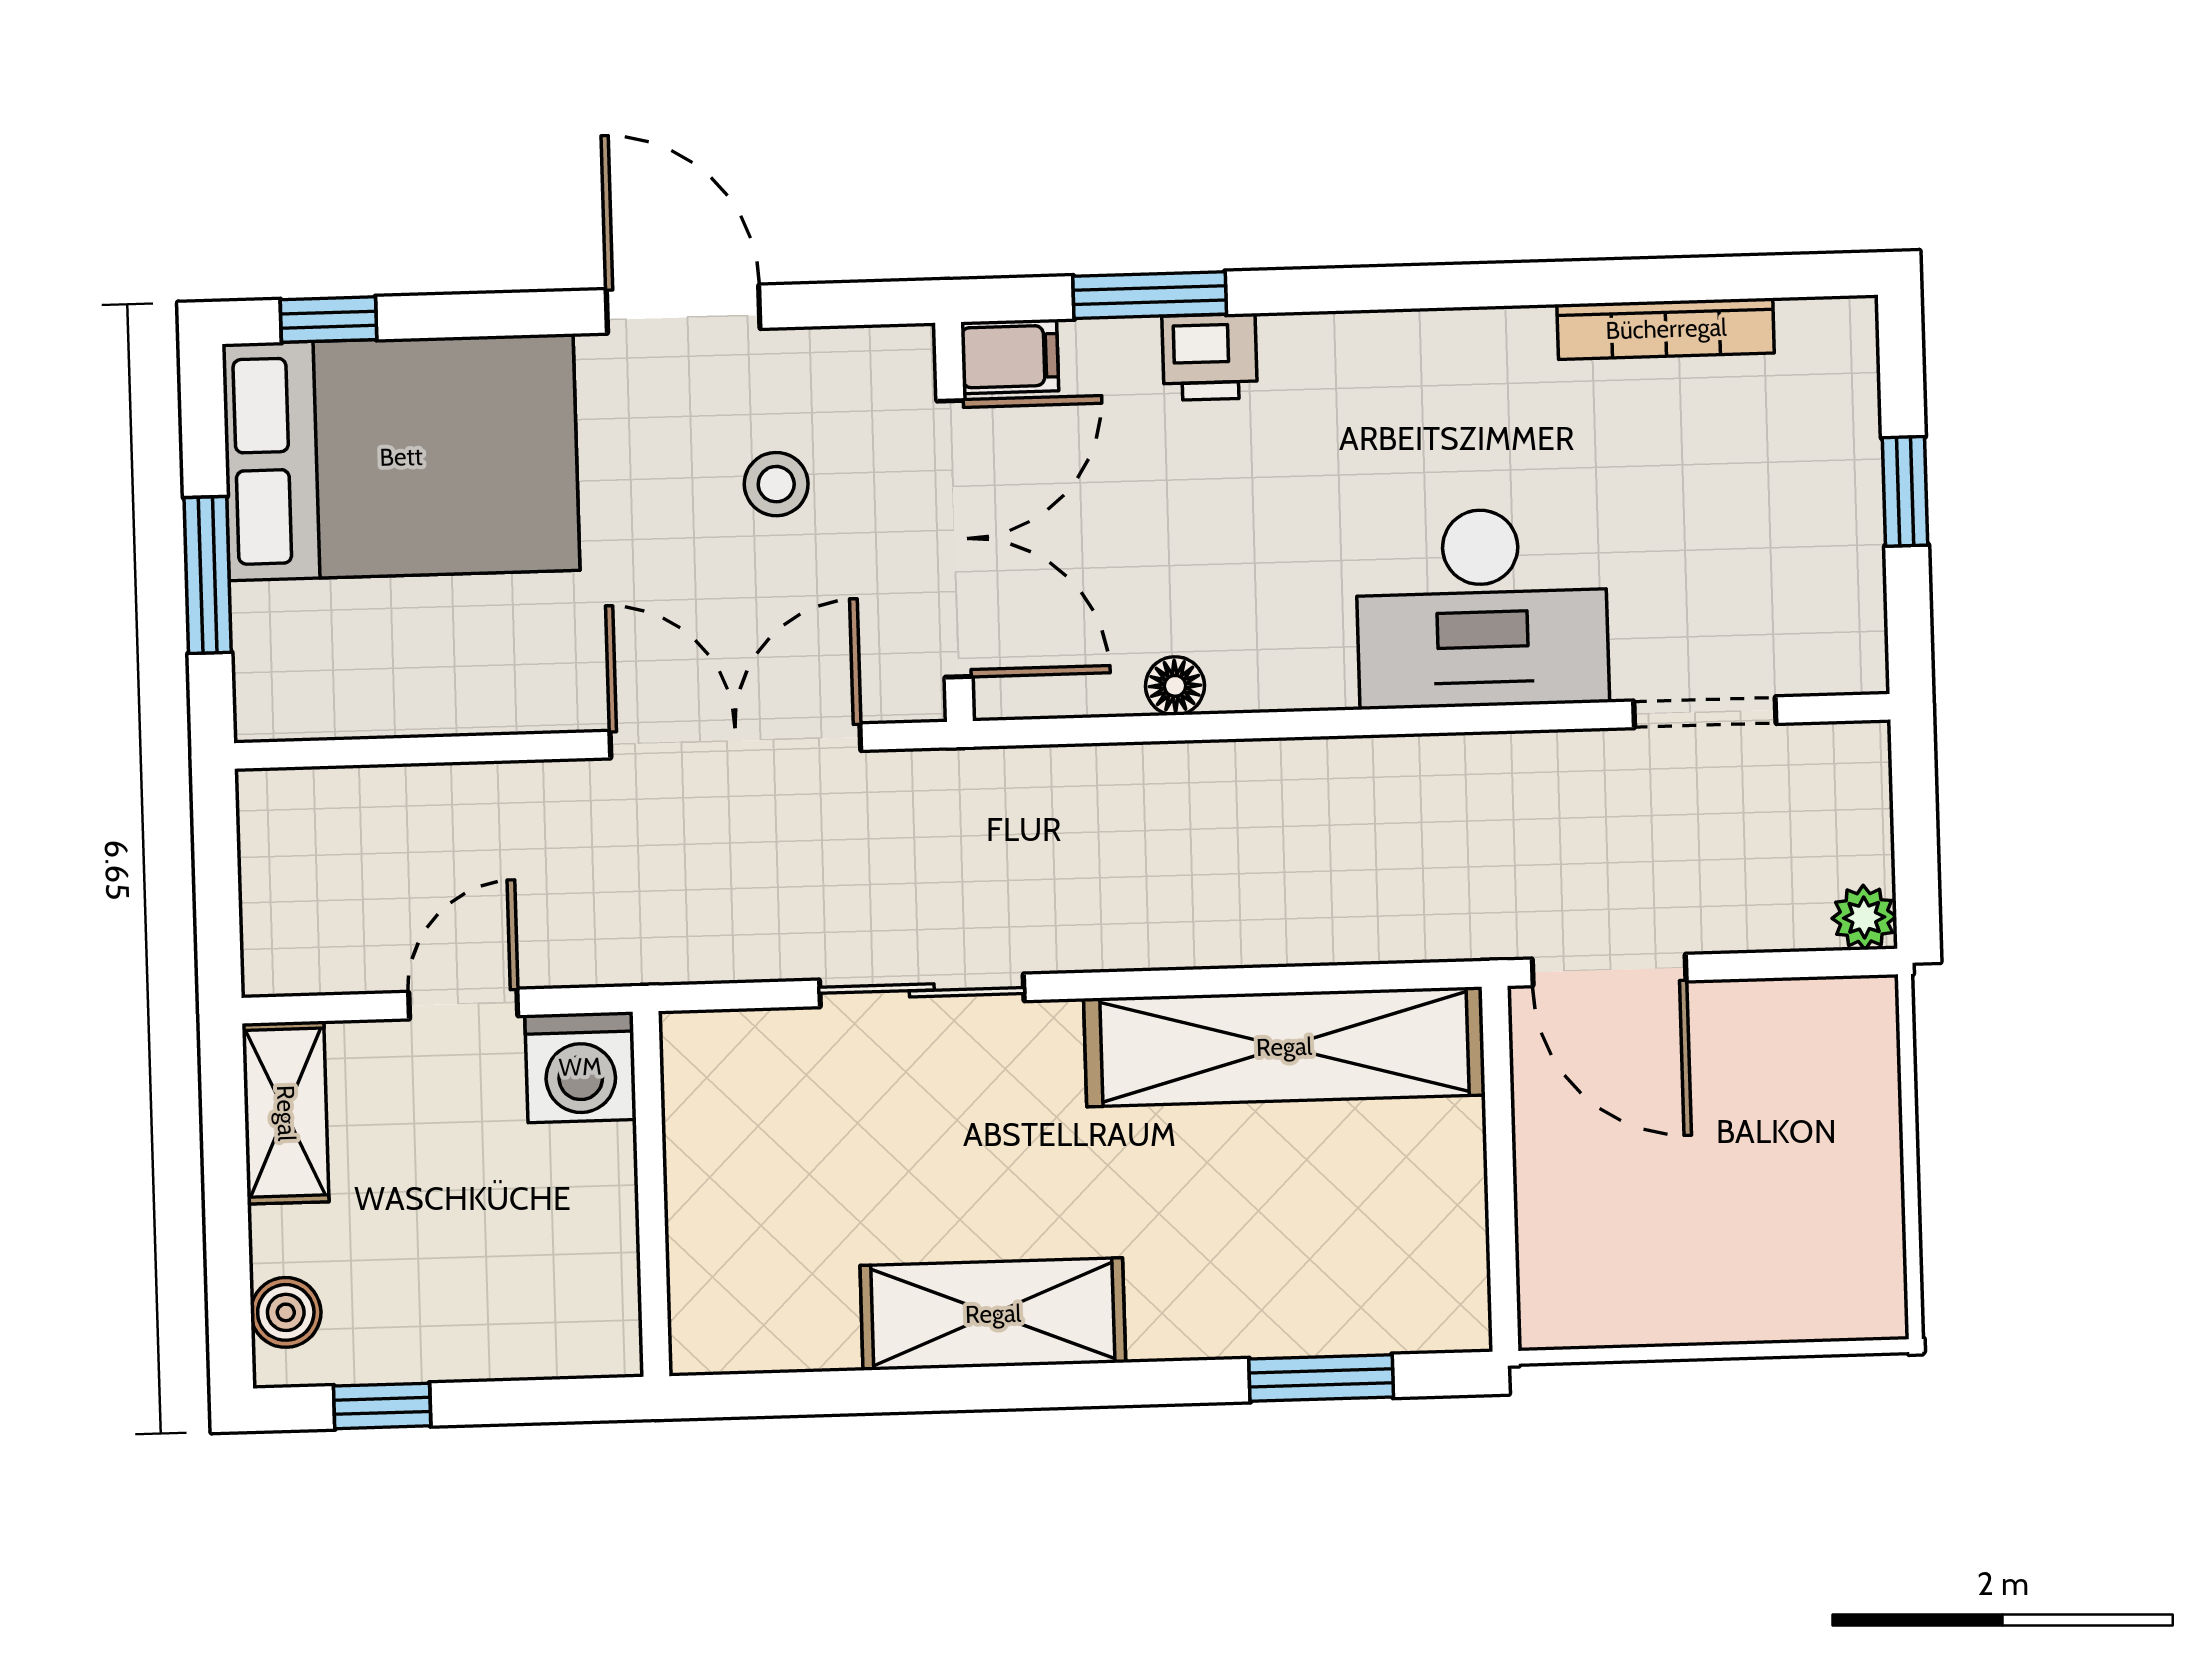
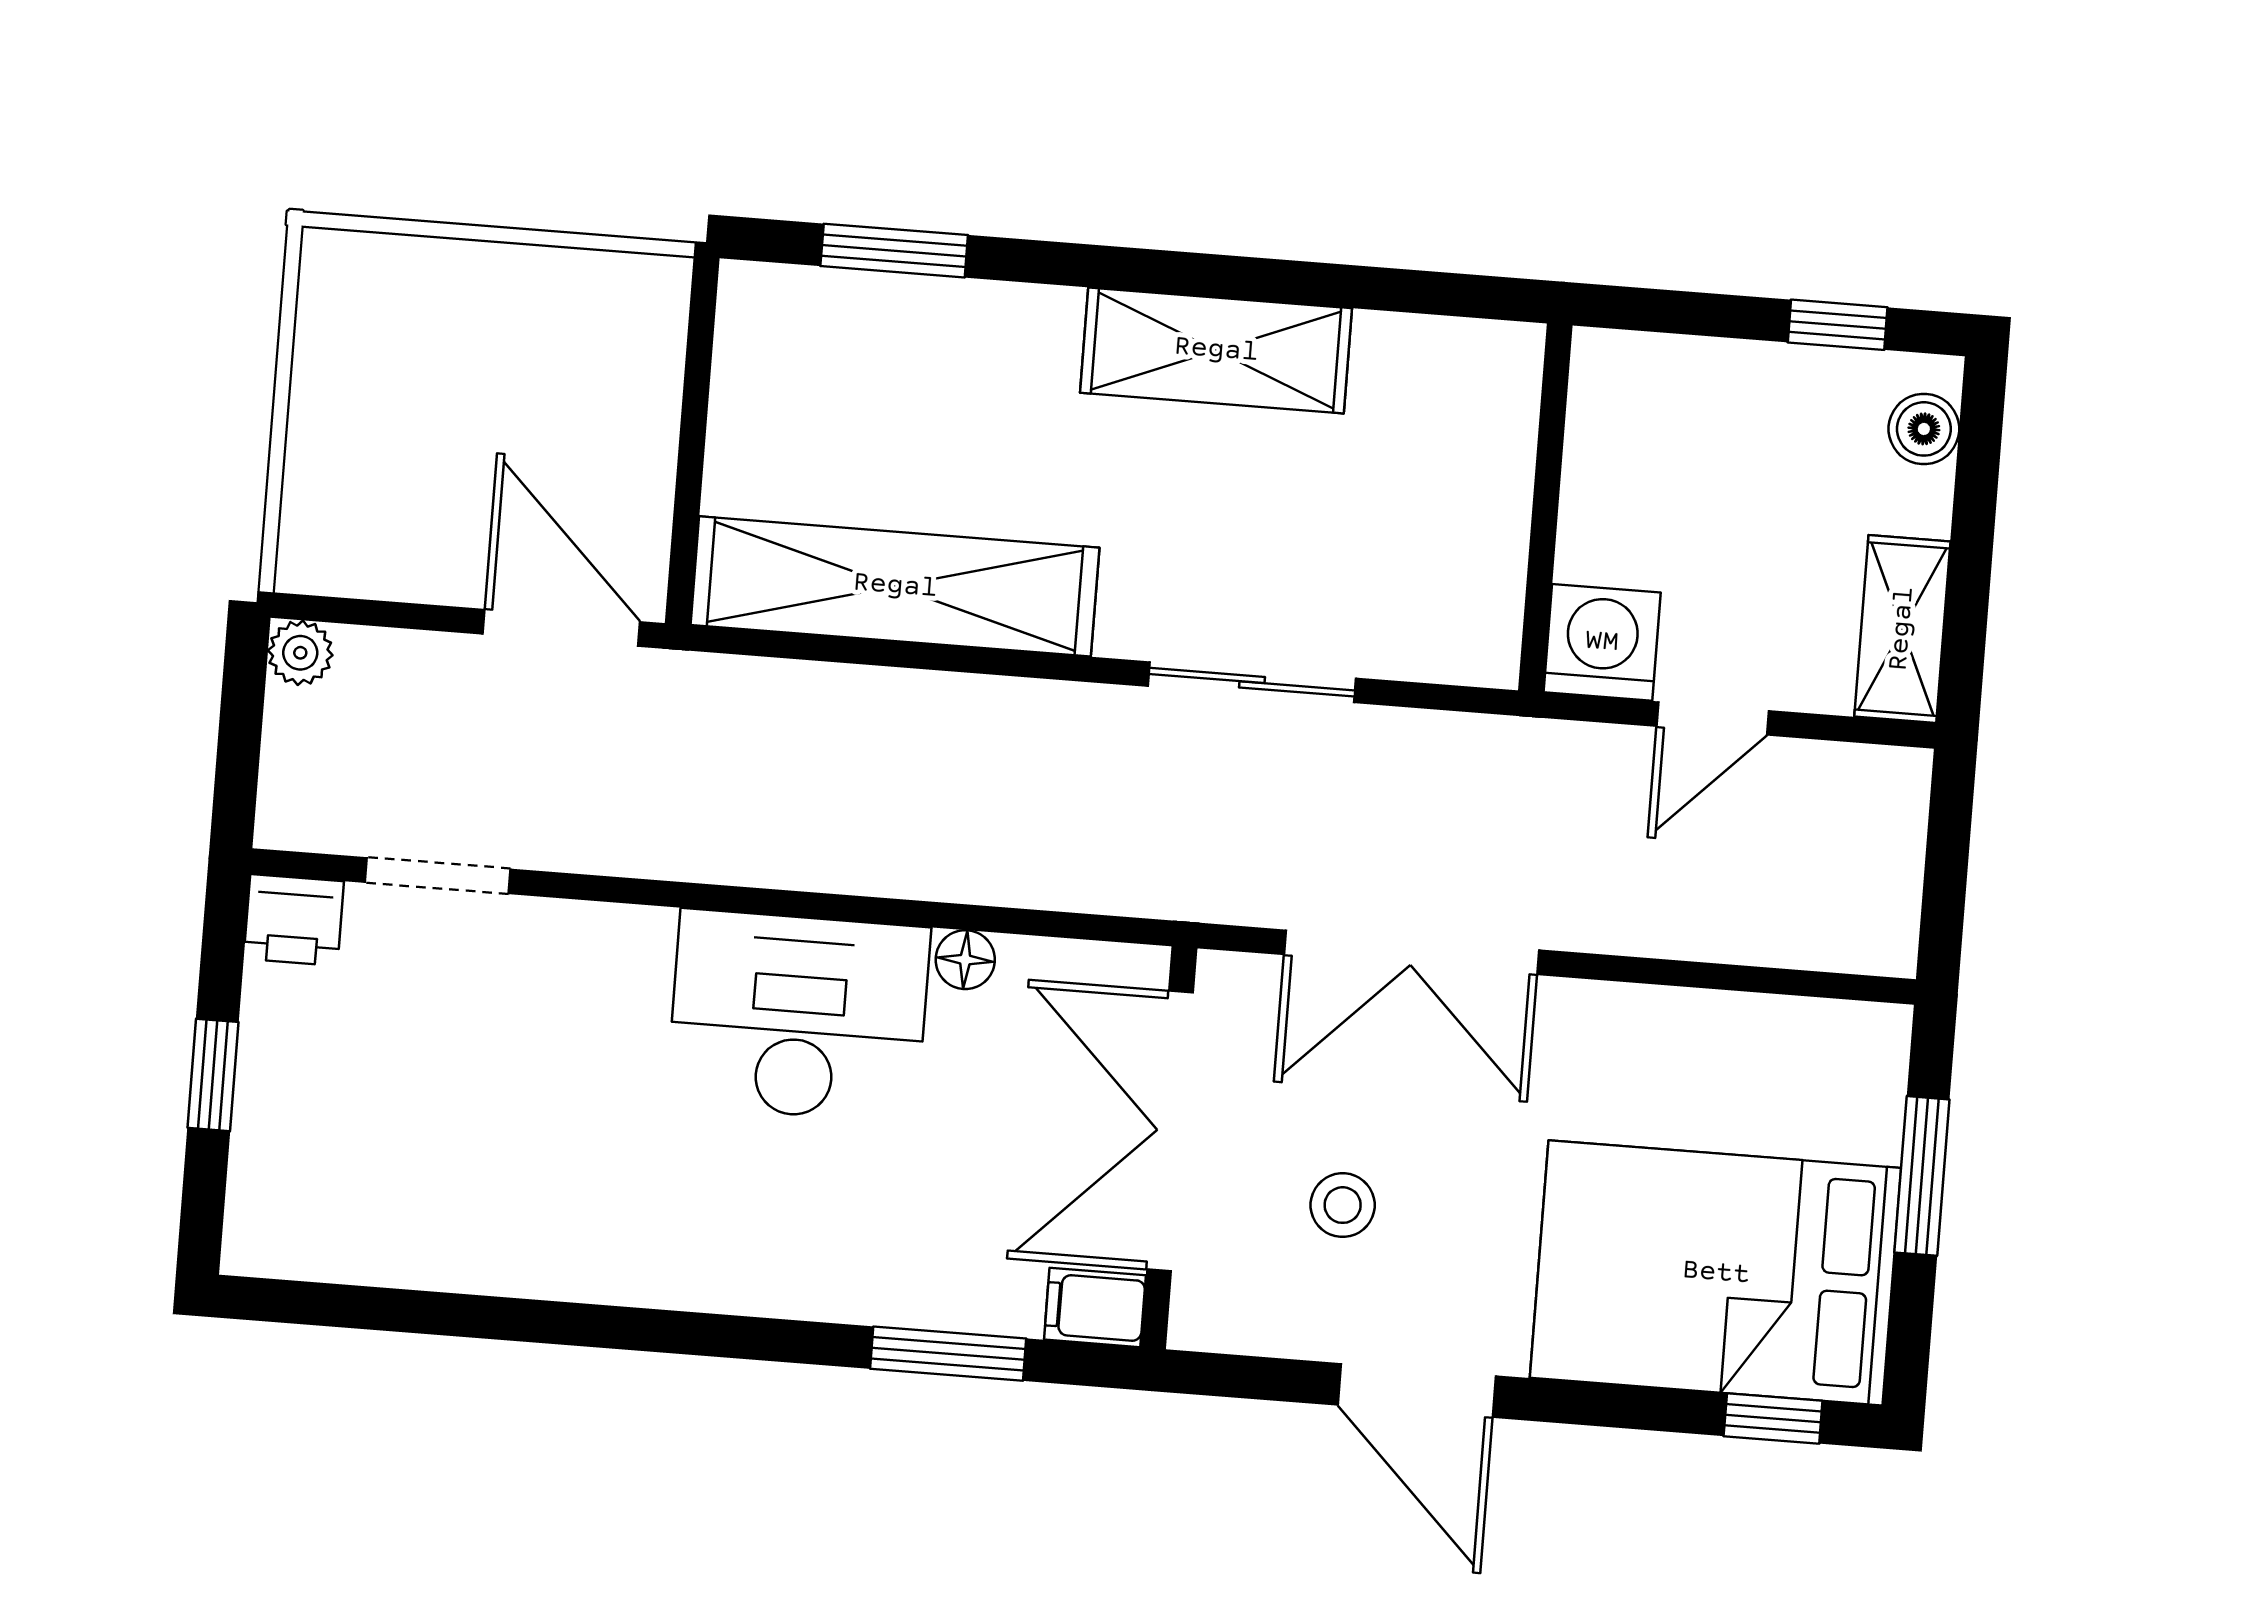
bookcase: (1666, 329) -> (435, 1264), removed
printer: (1210, 357) -> (294, 920), moved, turned 180
desk: (1482, 608) -> (798, 1016), moved

